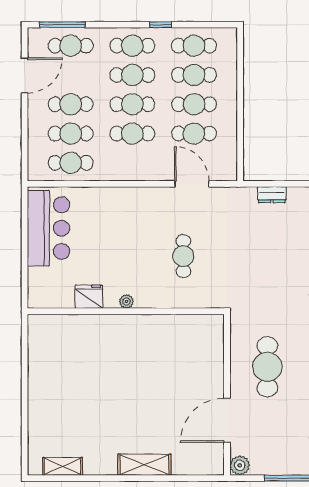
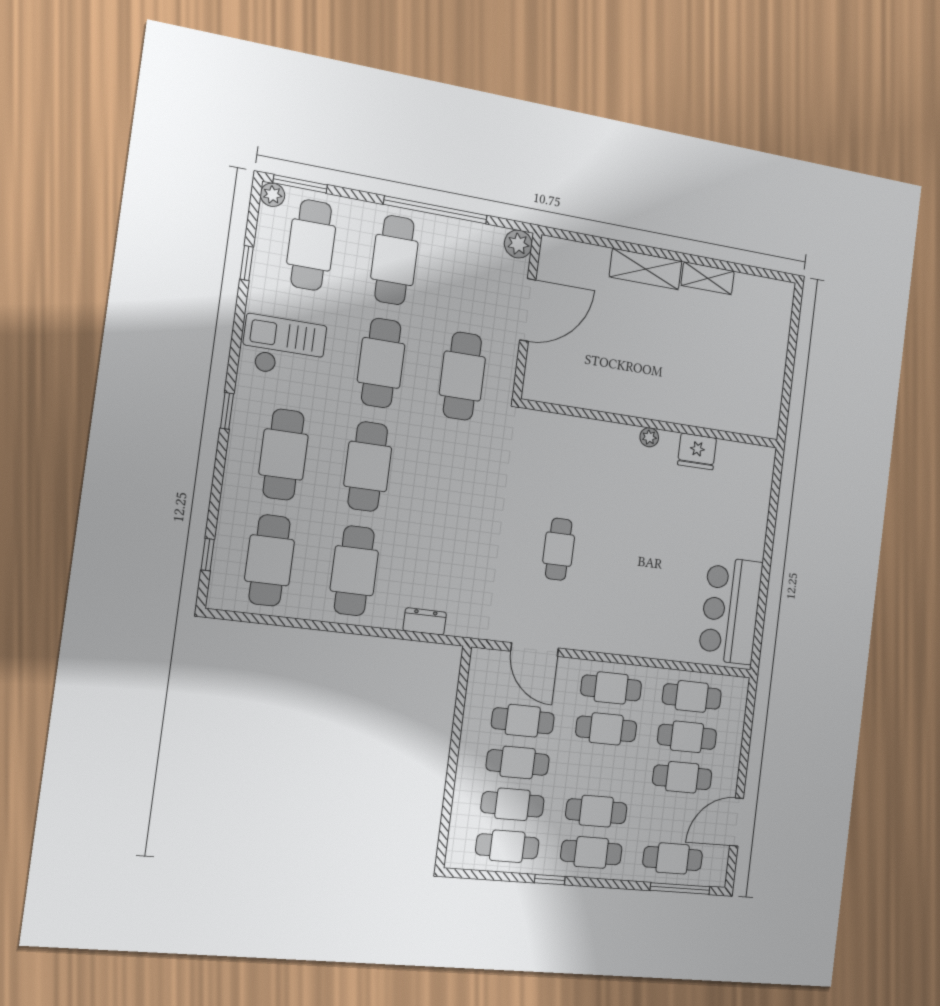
cafe table: (132, 104) -> (611, 688), moved
fridge: (89, 297) -> (697, 451), moved
plant: (126, 302) -> (649, 437), moved
wall: (126, 311) -> (652, 424), moved
shelving: (63, 466) -> (708, 278), moved

